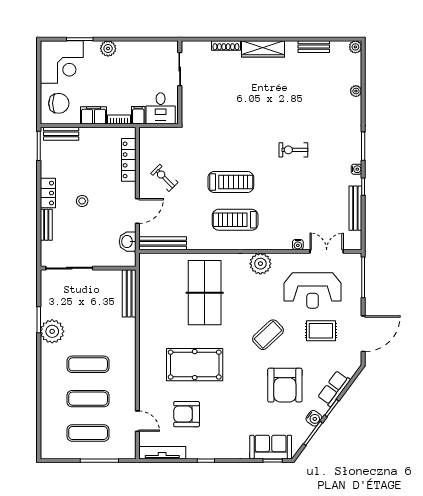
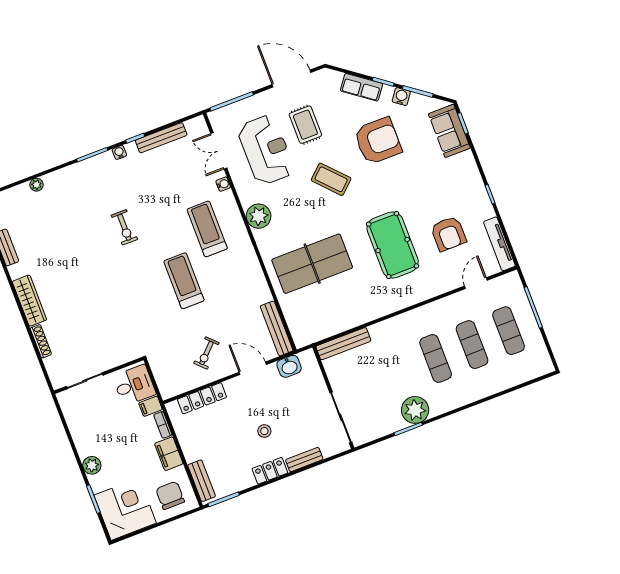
treadmill: (235, 220) -> (207, 229), moved, turned 180

